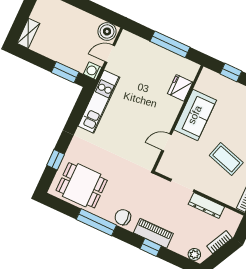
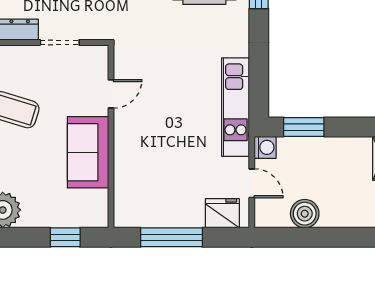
boiler: (107, 31) -> (305, 214), moved
door: (110, 54) -> (252, 183), hinge flipped
fridge: (180, 88) -> (222, 213), moved, turned -90

